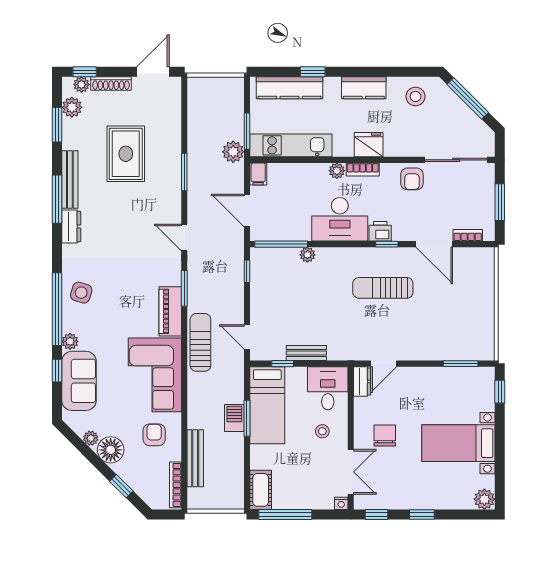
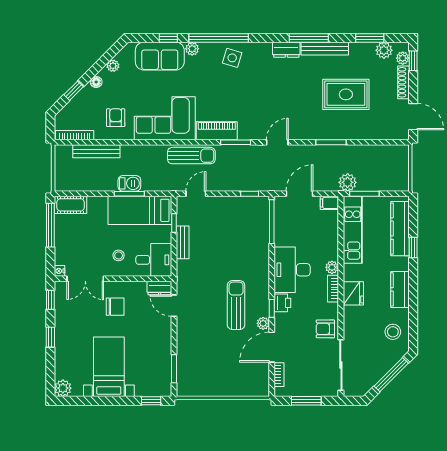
plant: (307, 255) -> (263, 323), moved
armchair: (154, 435) -> (116, 118), turned -90
floor lamp: (111, 450) -> (96, 82), width x0.53, depth x0.53

